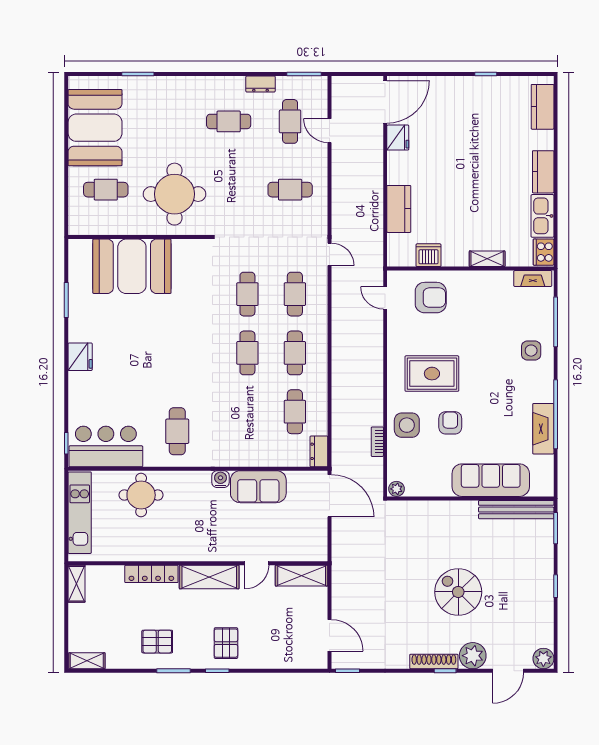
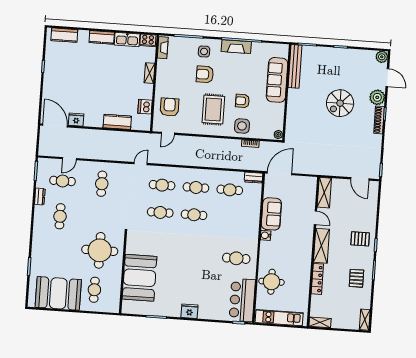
armchair: (492, 355) -> (205, 74), added
fireplace: (543, 429) -> (236, 47), moved
door: (330, 635) -> (360, 179), swing flipped

